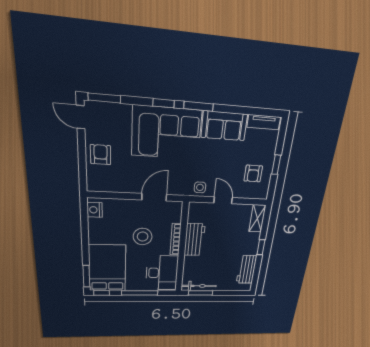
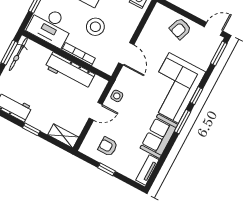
armchair: (101, 155) -> (180, 29), turned 109
workbench: (194, 240) -> (70, 71), width x1.38

